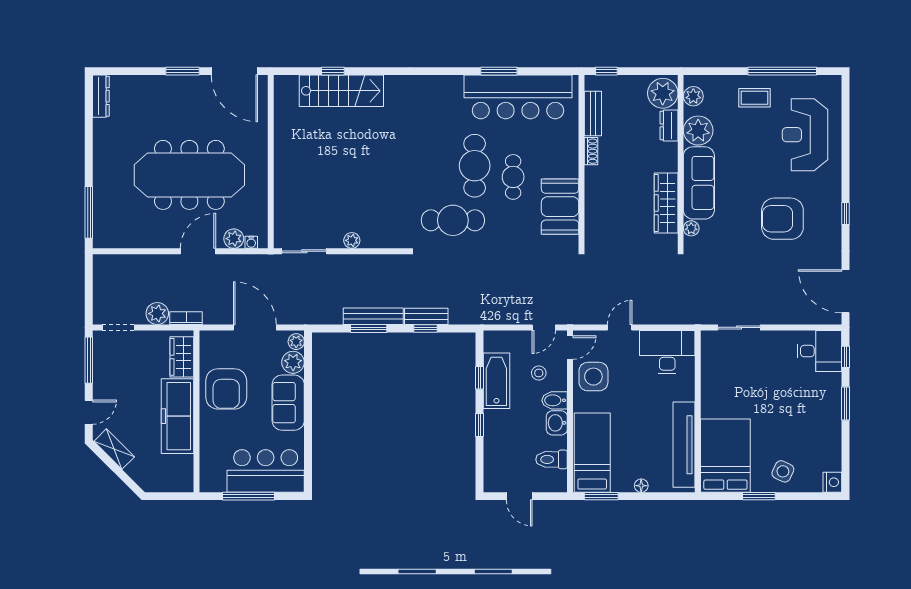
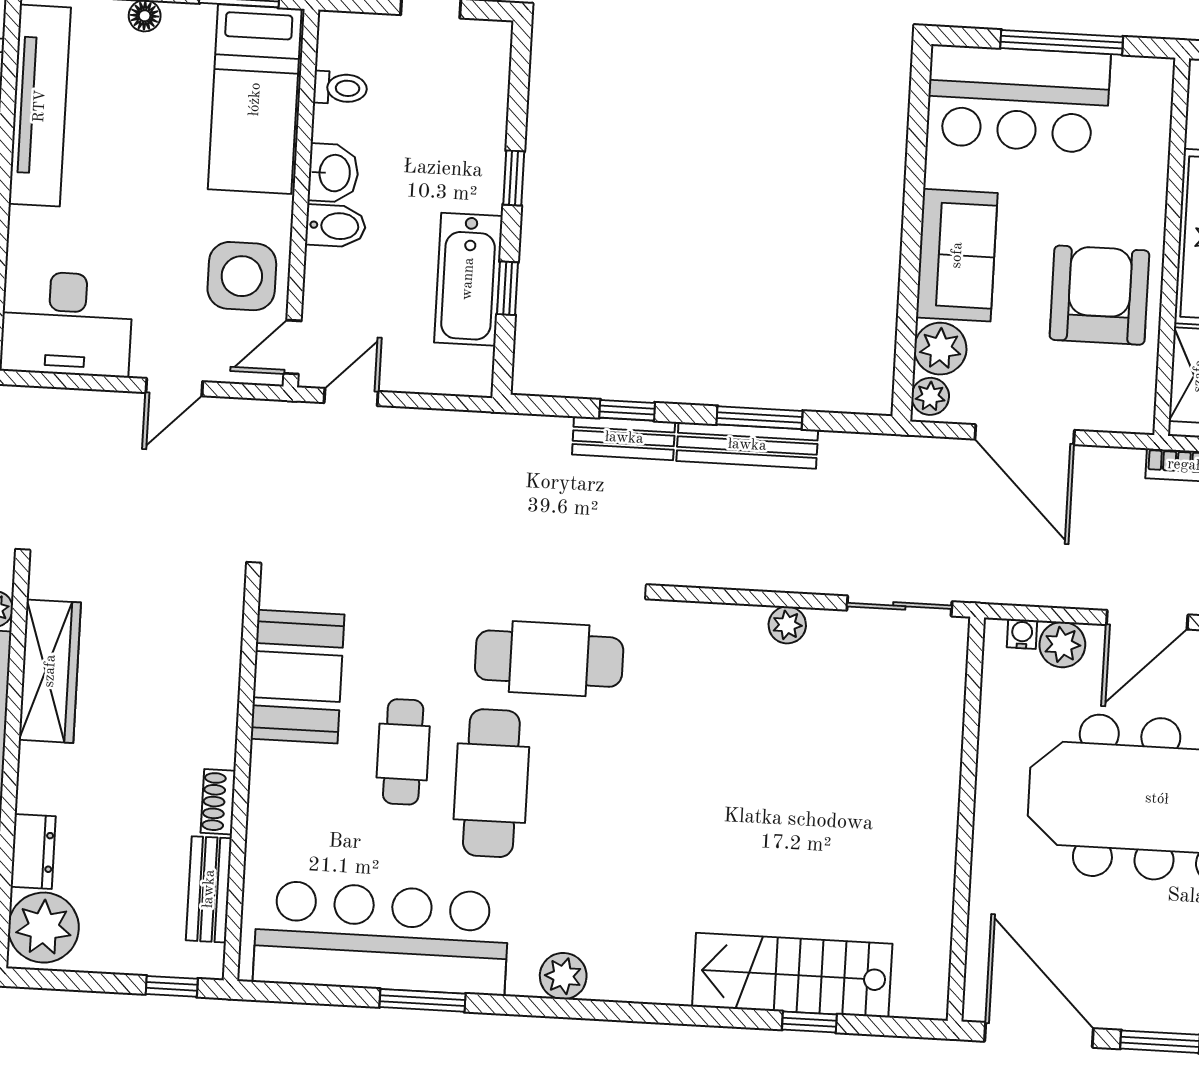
plant: (439, 85) -> (563, 976), added
stool: (539, 373) -> (369, 292), removed
toilet: (552, 459) -> (340, 88), width x0.73, depth x0.72

